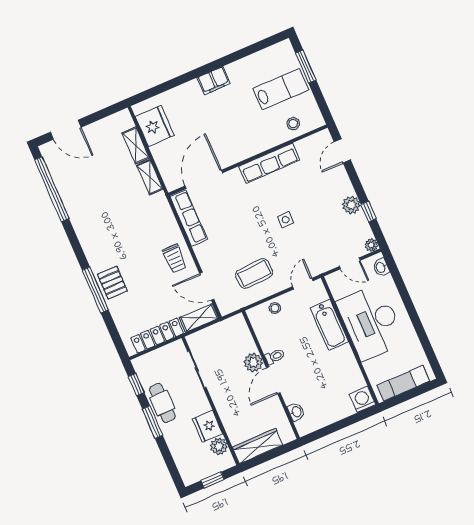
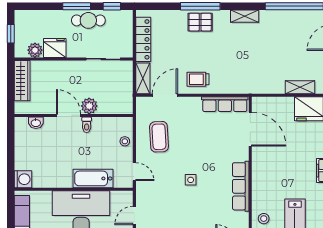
shelving: (150, 177) -> (245, 16), moved

